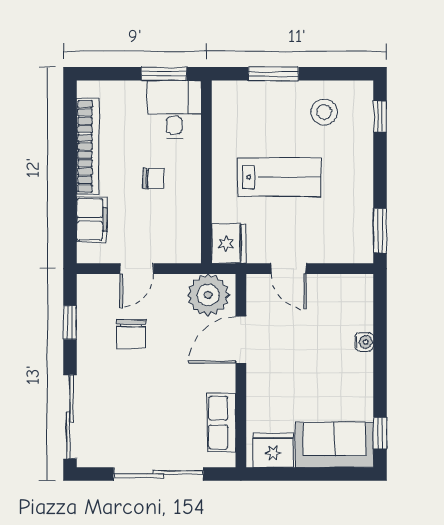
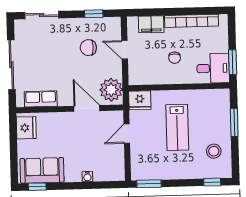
sliding door: (70, 417) -> (42, 15), width x0.73
sofa: (334, 445) -> (42, 170), moved, turned -90

